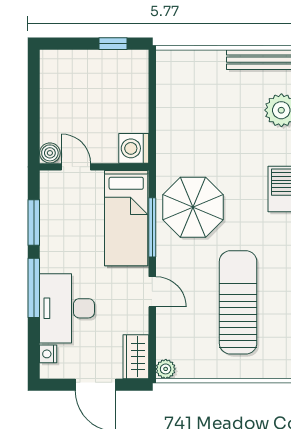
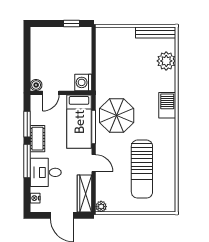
door: (76, 167) -> (51, 93), swing flipped
cot: (52, 248) -> (38, 139), added
sun lounger: (238, 302) -> (142, 169), turned 180
desk: (67, 308) -> (46, 172), width x0.73
wardrobe: (136, 357) -> (84, 193), width x1.50

